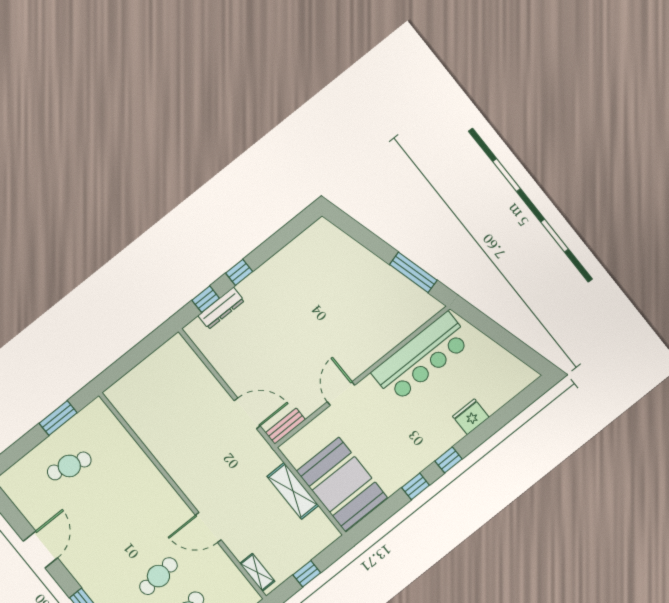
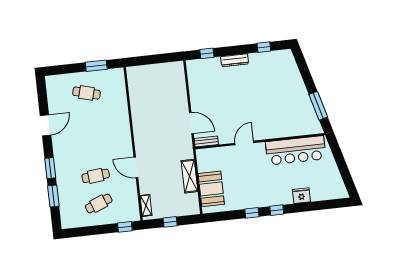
window: (239, 272) -> (264, 47), moved
dresser: (221, 308) -> (235, 60), moved
booth: (342, 484) -> (211, 189), width x0.73, depth x0.70

